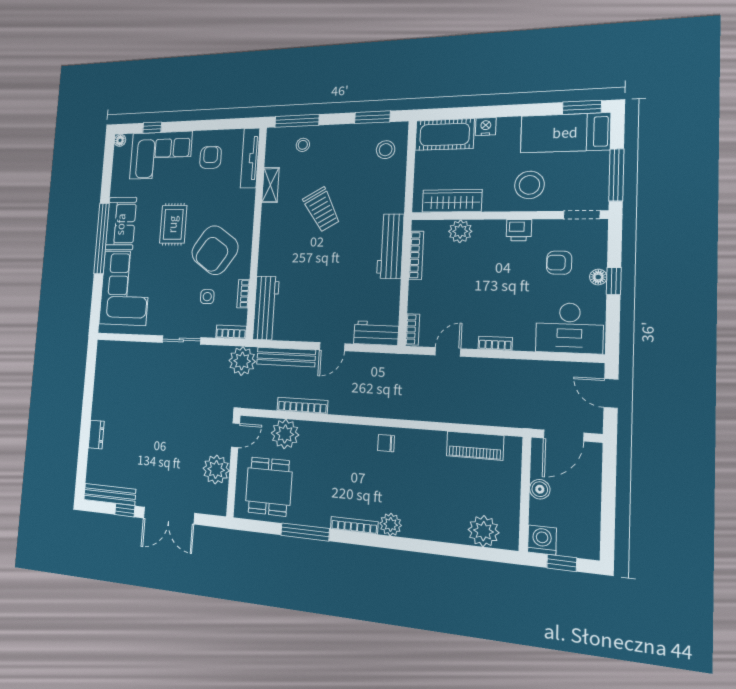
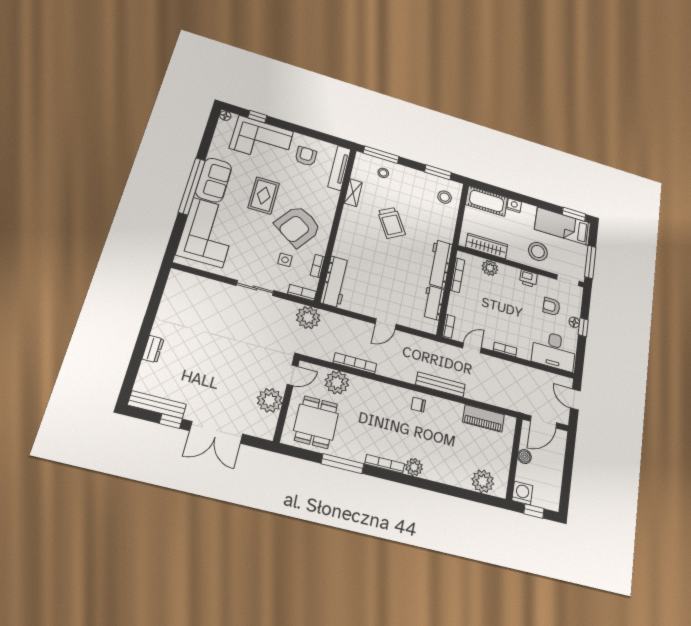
workbench: (376, 333) -> (433, 303), moved, turned -90
bench: (286, 357) -> (440, 385), moved

